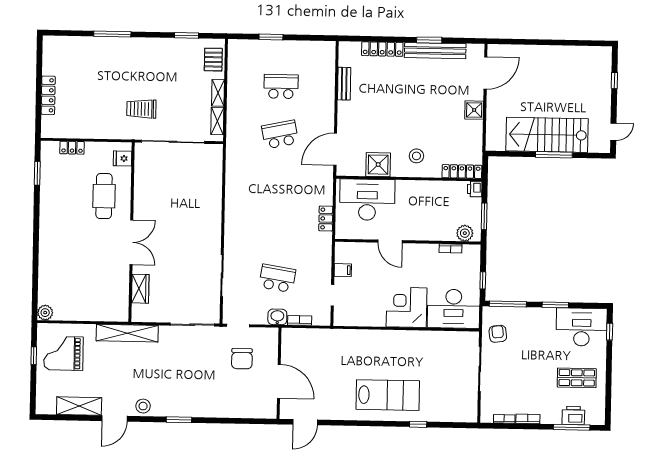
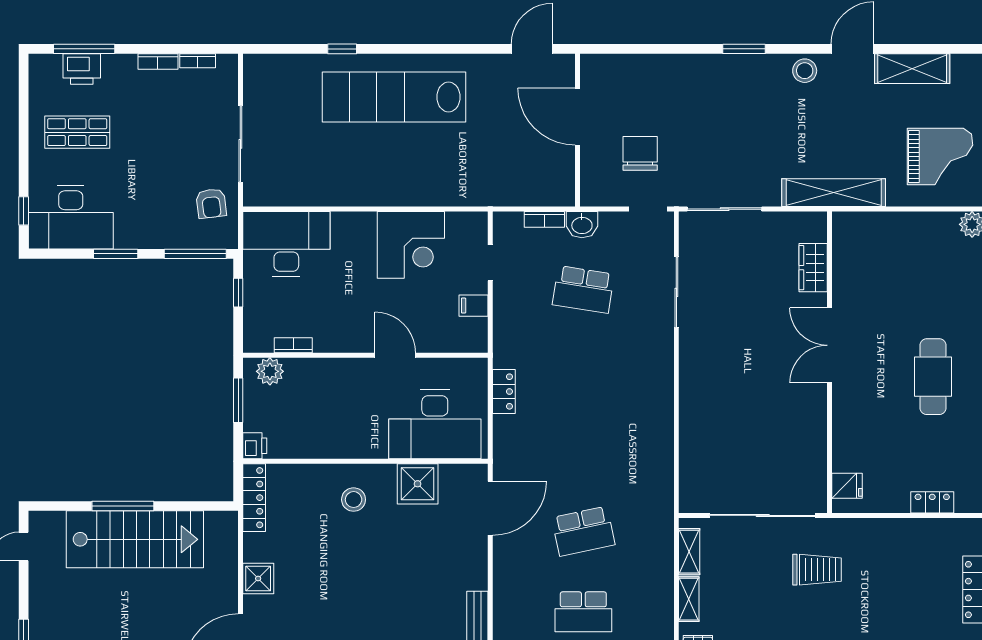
locker: (462, 171) -> (254, 498), moved, turned -90
cafe table: (104, 196) -> (933, 377), moved
corner desk: (407, 307) -> (411, 245), moved
lab bench: (388, 395) -> (394, 97), width x1.36

